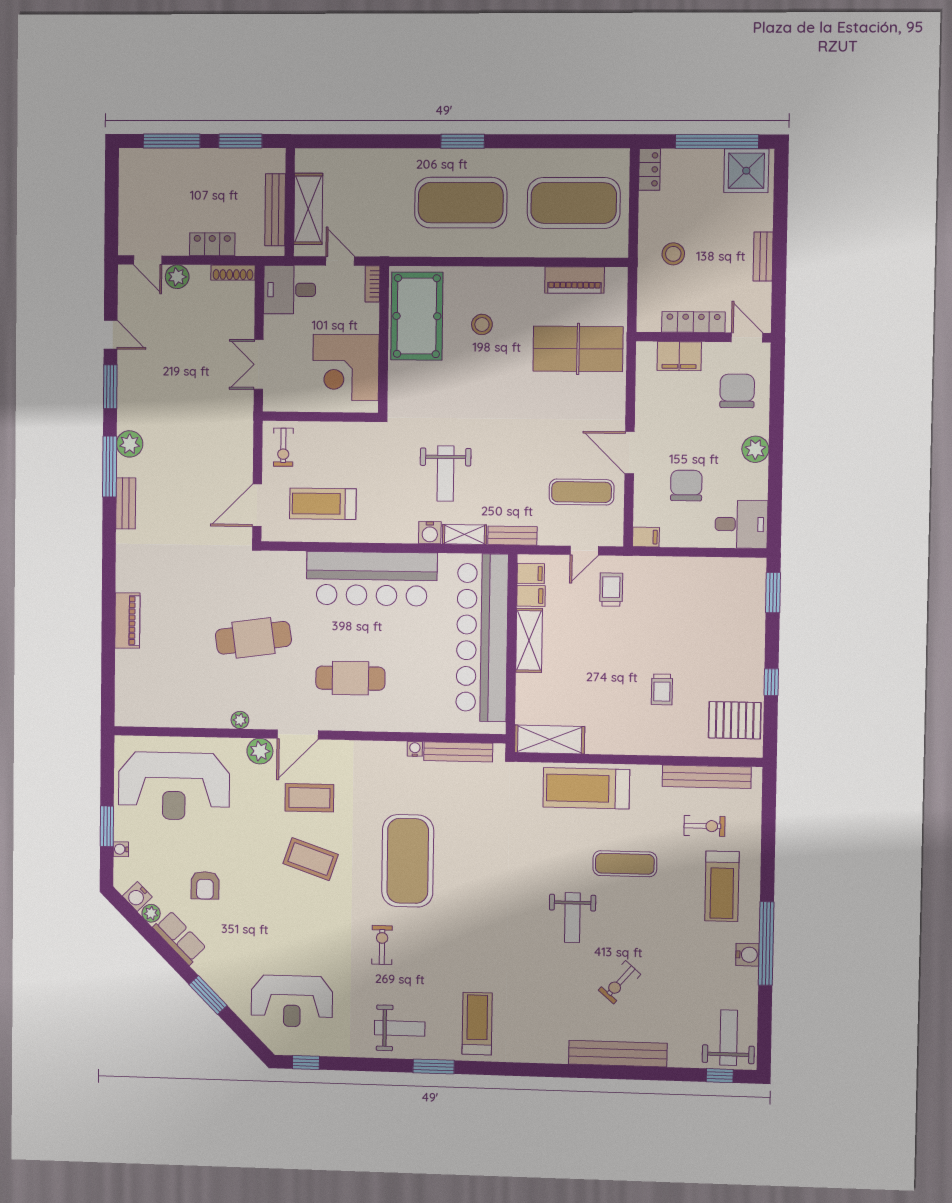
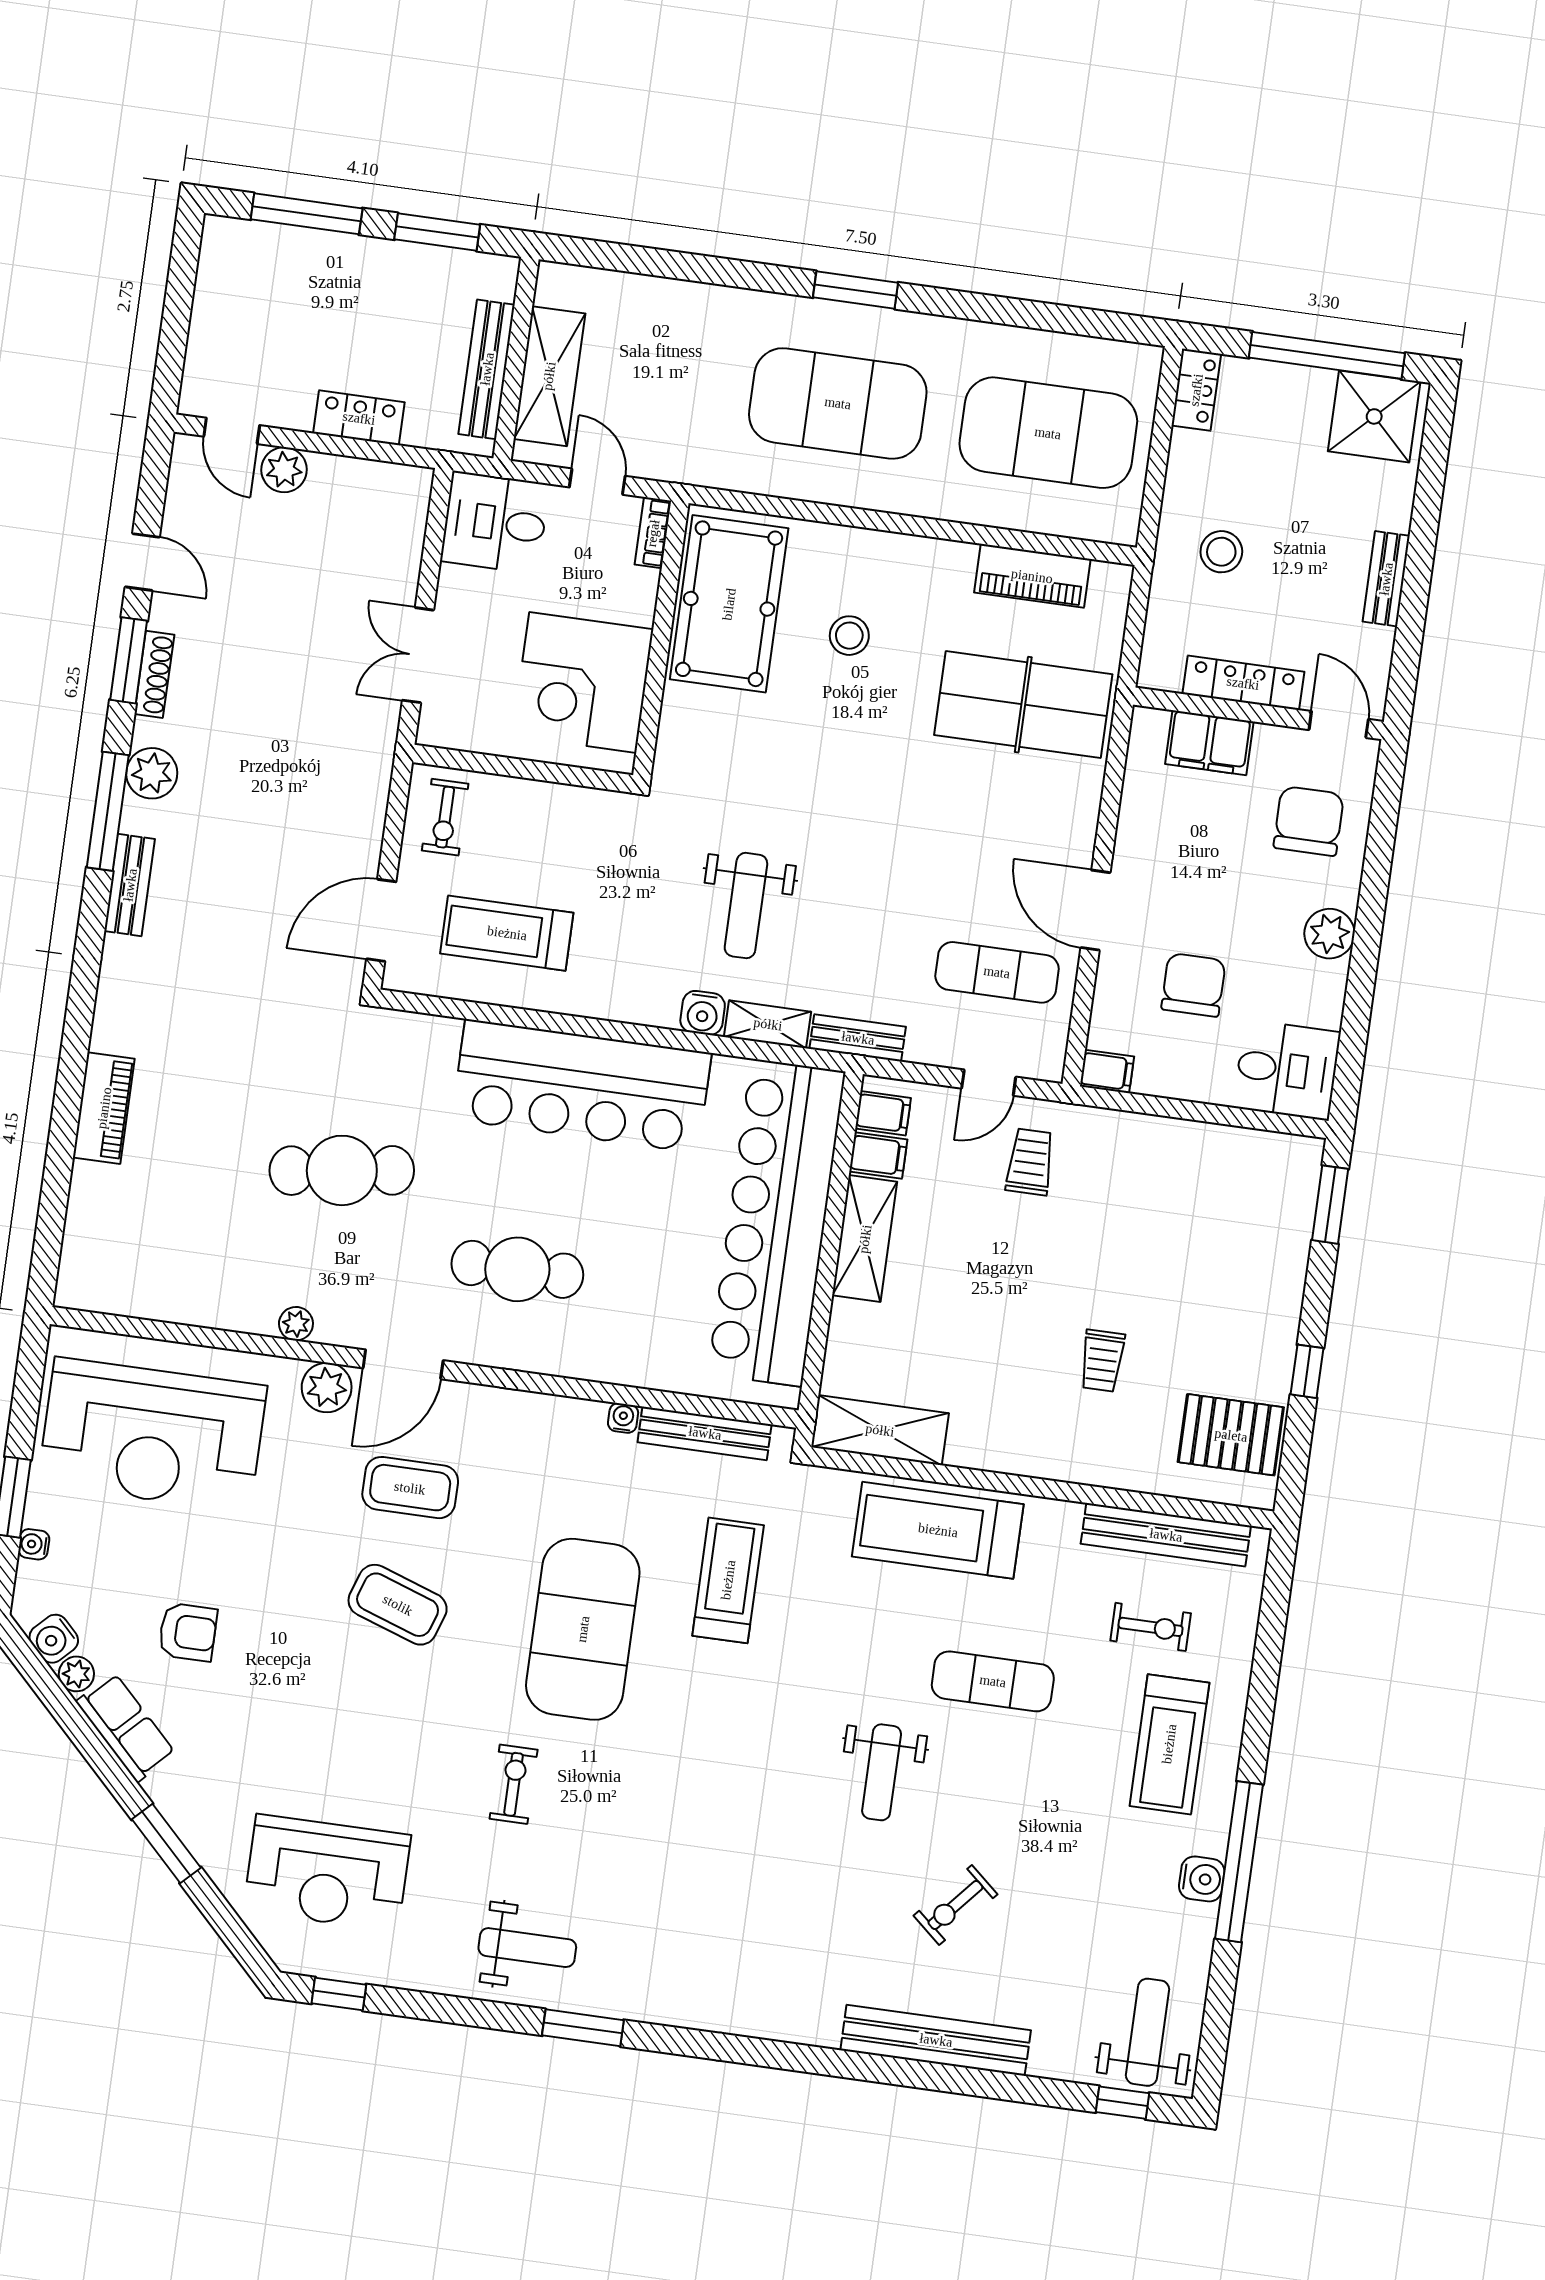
shoe rack: (233, 273) -> (154, 674), moved, turned -90
armchair: (205, 885) -> (188, 1632), turned -90
treadmill: (477, 1024) -> (728, 1580), moved

